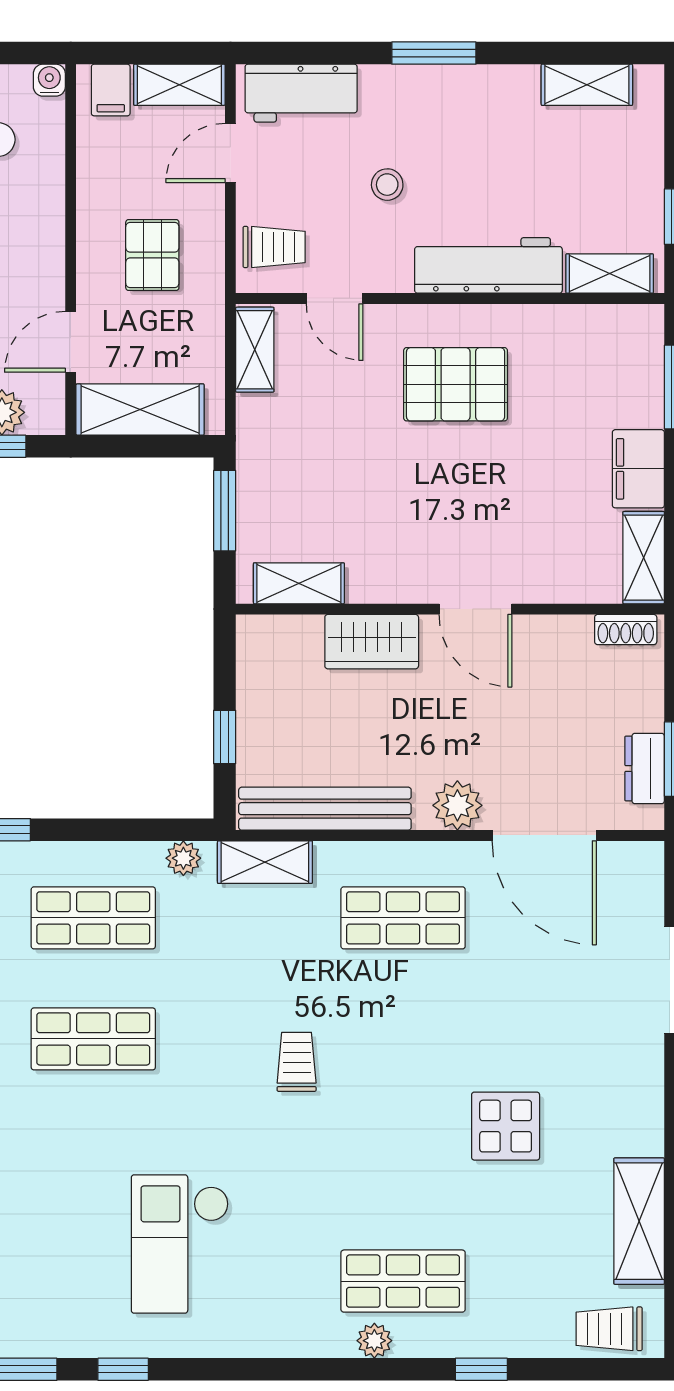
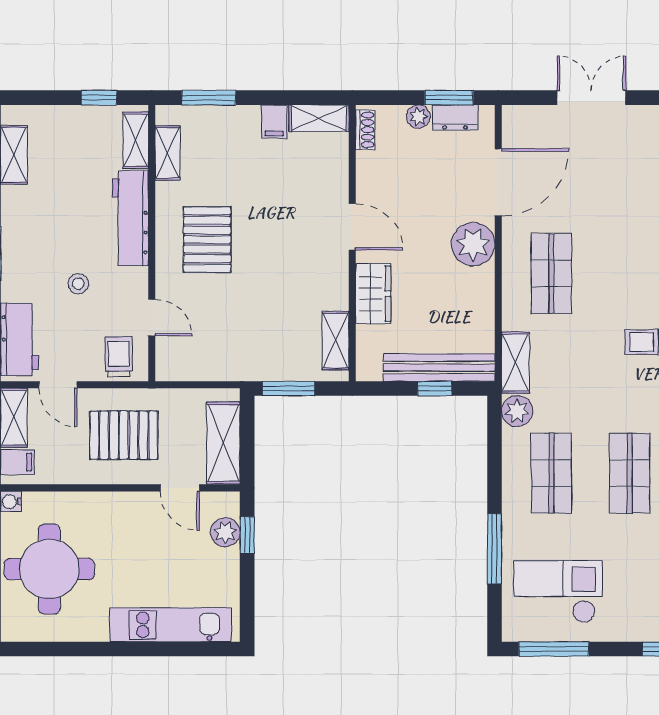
pallet: (152, 255) -> (124, 435), width x1.50, depth x1.42
door: (335, 298) -> (152, 318), hinge flipped
shelving: (255, 350) -> (168, 153), moved, turned 90
filing cabinet: (638, 469) -> (274, 122), width x0.50
door: (475, 609) -> (352, 227), hinge flipped
plant: (646, 712) -> (418, 117), added
plant: (457, 805) -> (473, 244), width x1.36, depth x1.36
bench: (325, 809) -> (439, 368), moved, turned 90
plant: (183, 858) -> (517, 411), width x1.38, depth x1.38

